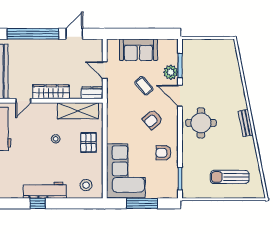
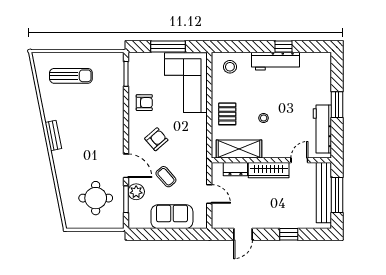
window: (33, 34) -> (289, 234), width x0.32
dresser: (92, 93) -> (235, 169), moved
round table: (201, 123) -> (96, 198), moved

